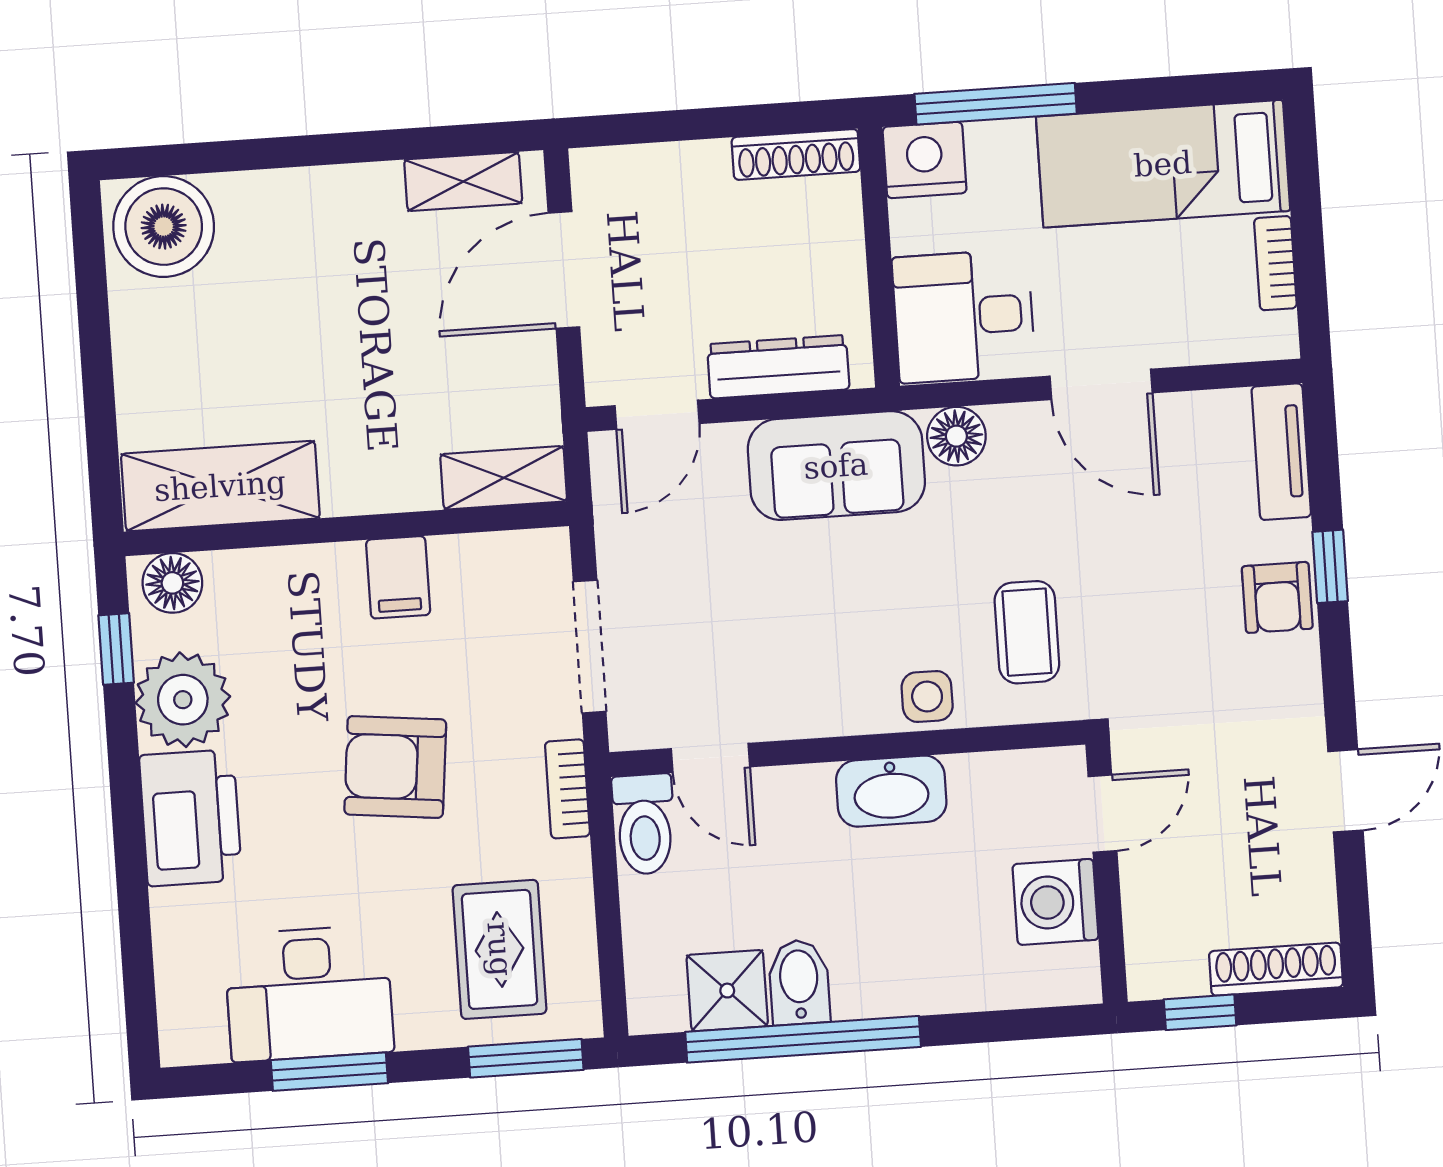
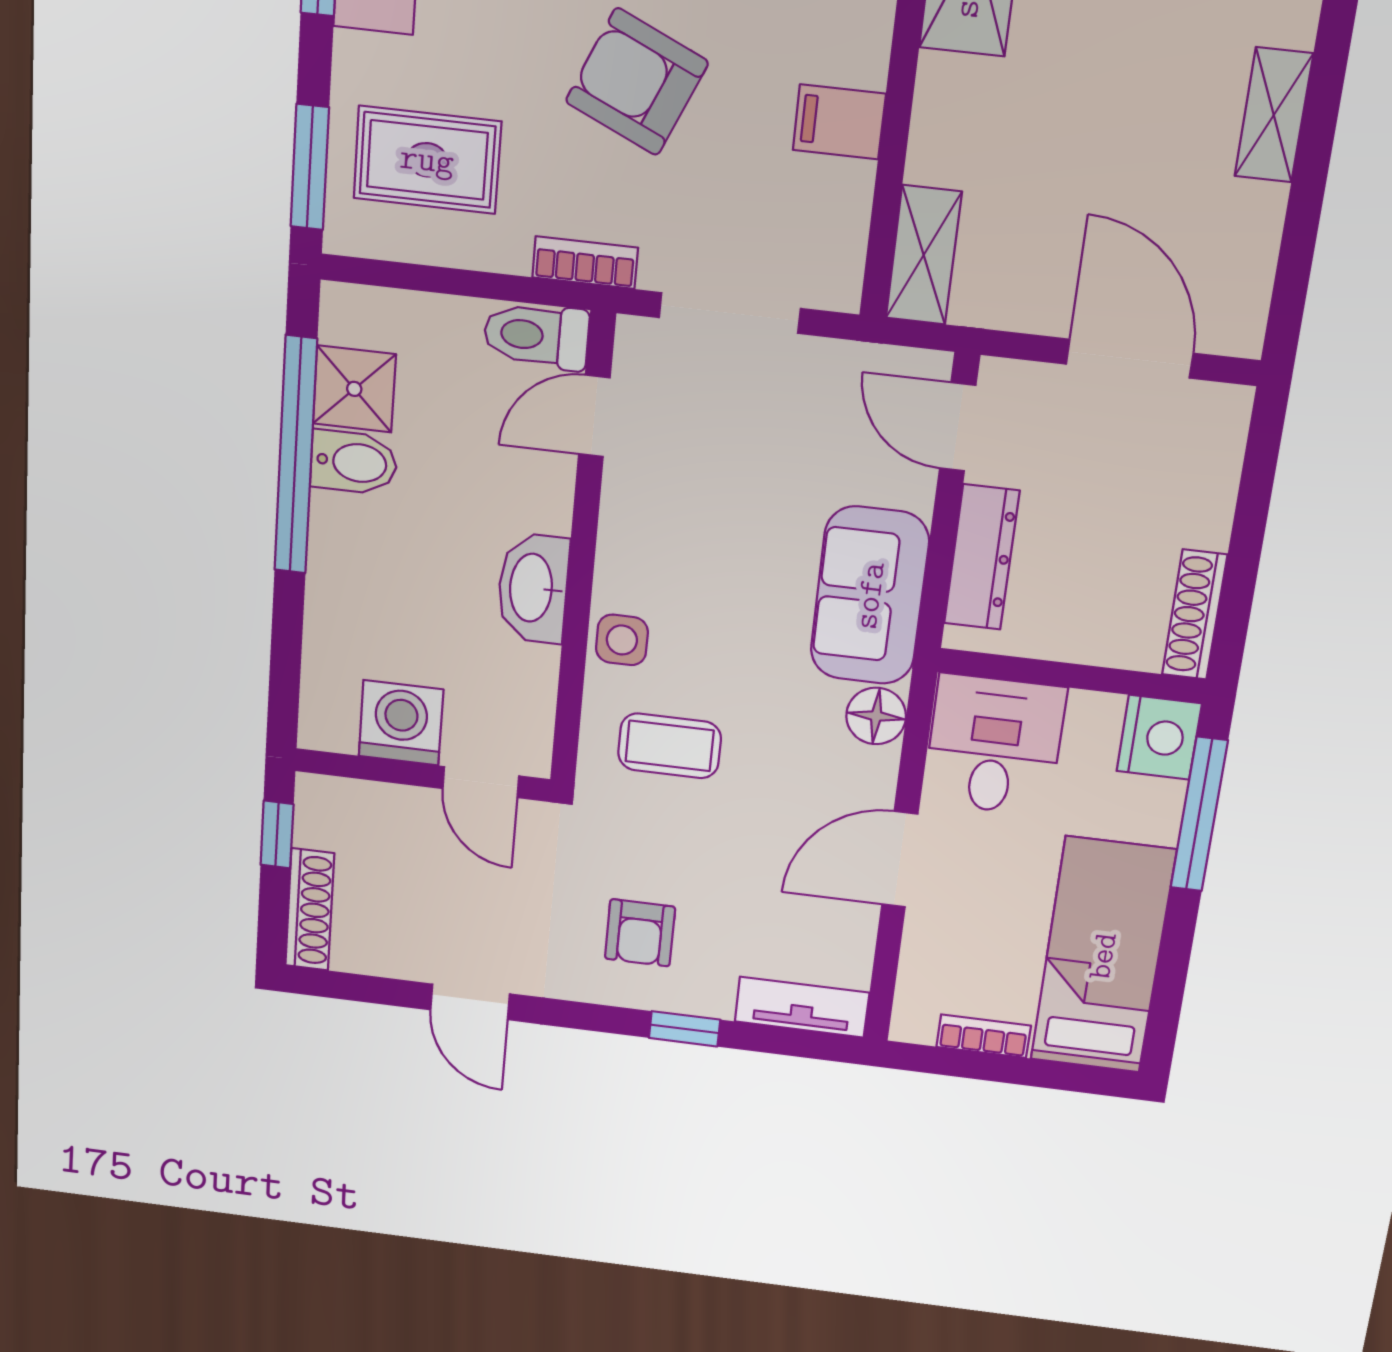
shelving: (463, 182) -> (1274, 115), moved
armchair: (1277, 597) -> (640, 933), moved, turned -90
armchair: (395, 767) -> (637, 82), turned -72

